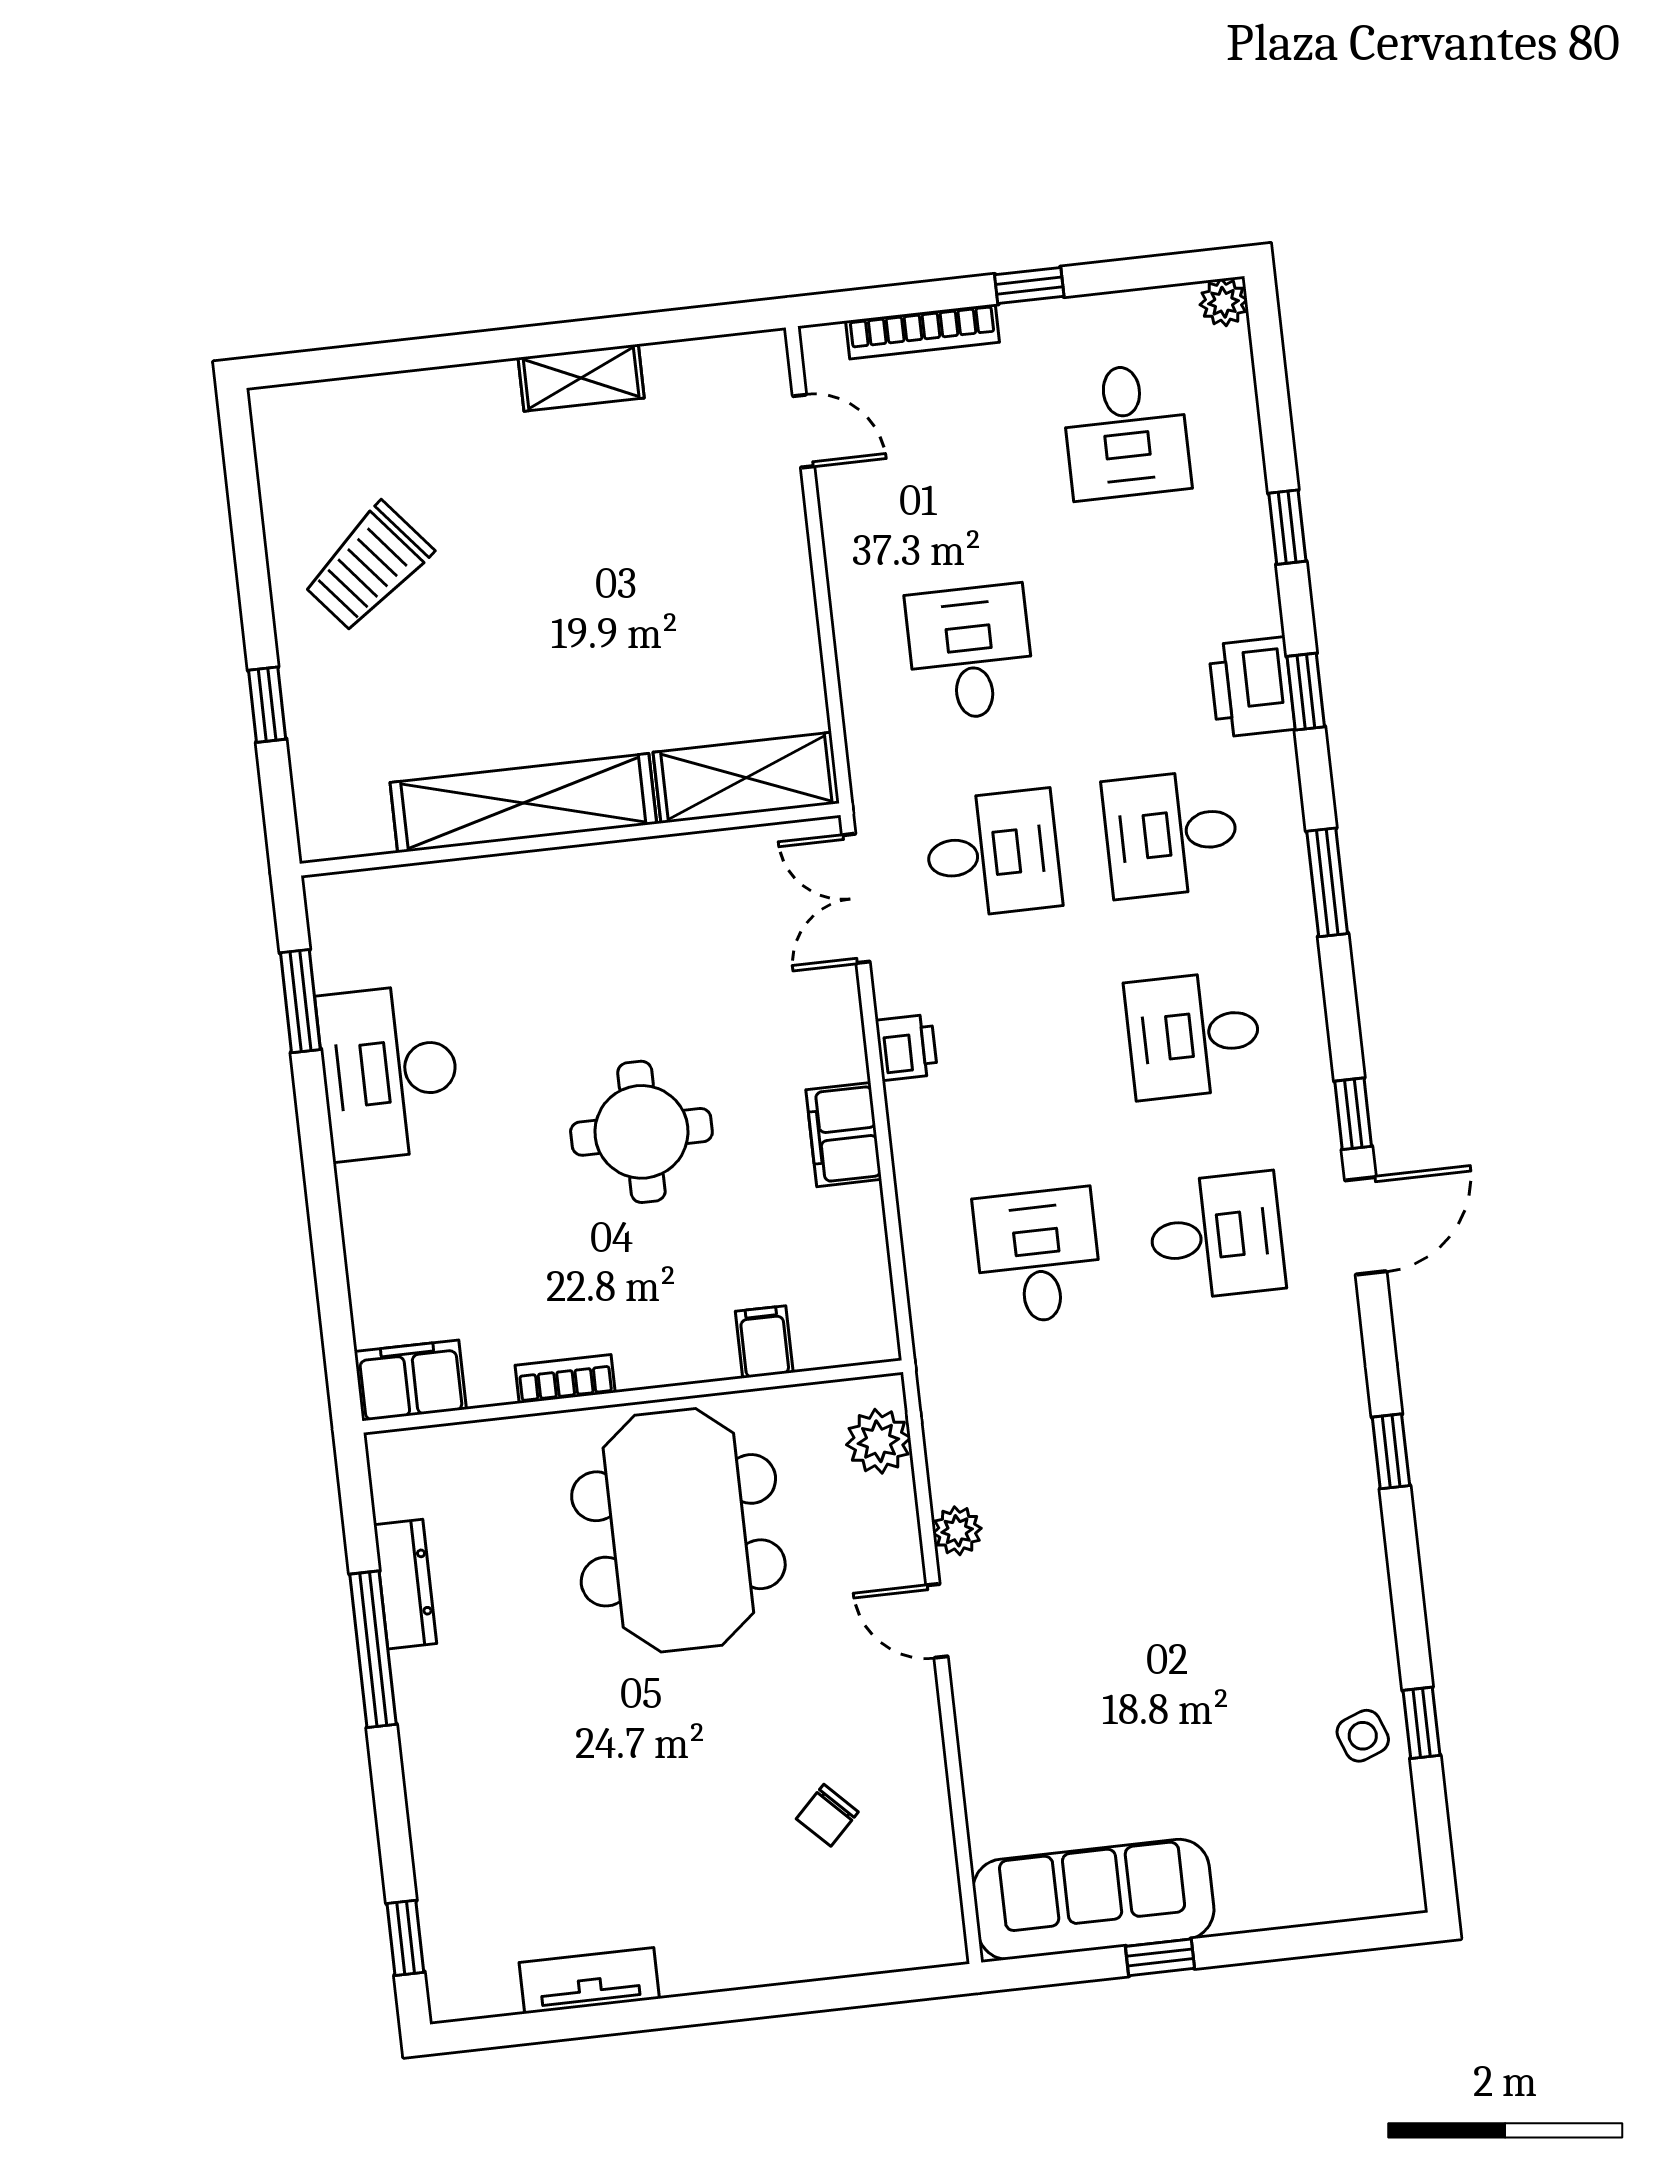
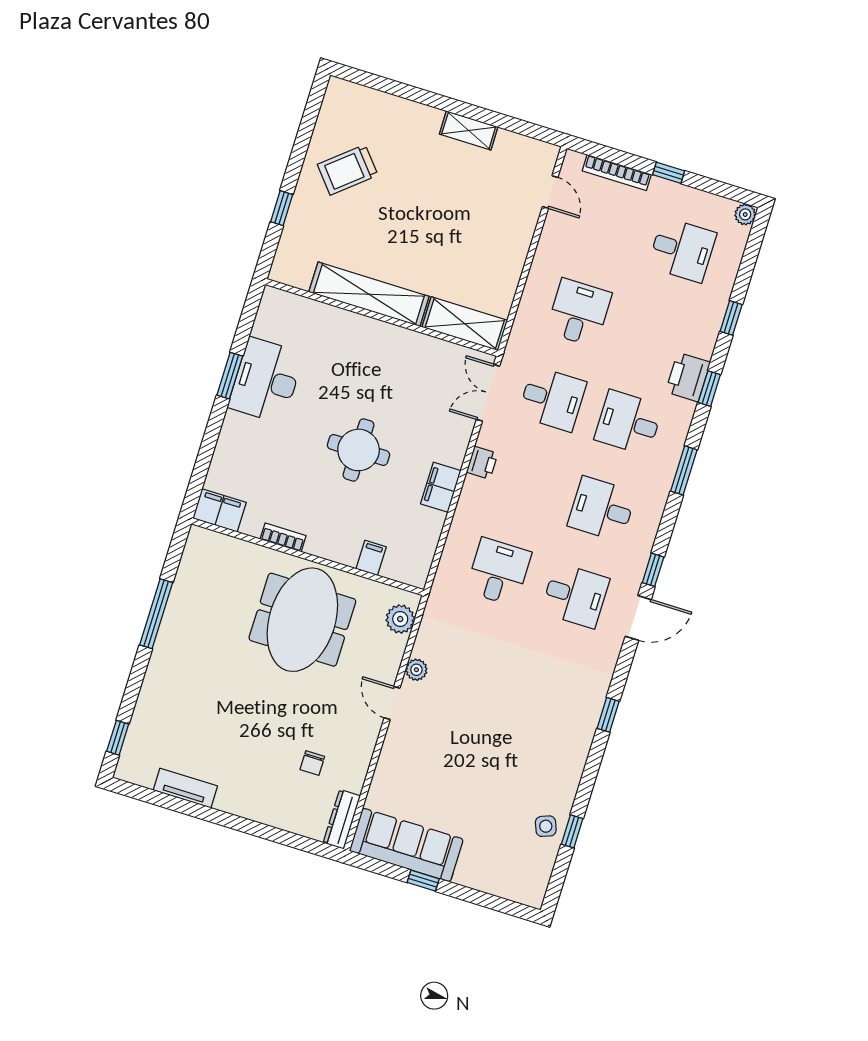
desk: (1126, 431) -> (682, 250), turned -90
window: (300, 1001) -> (230, 376), moved
dresser: (405, 1584) -> (342, 819), moved, turned 180
chair: (827, 1815) -> (312, 763), turned -45

